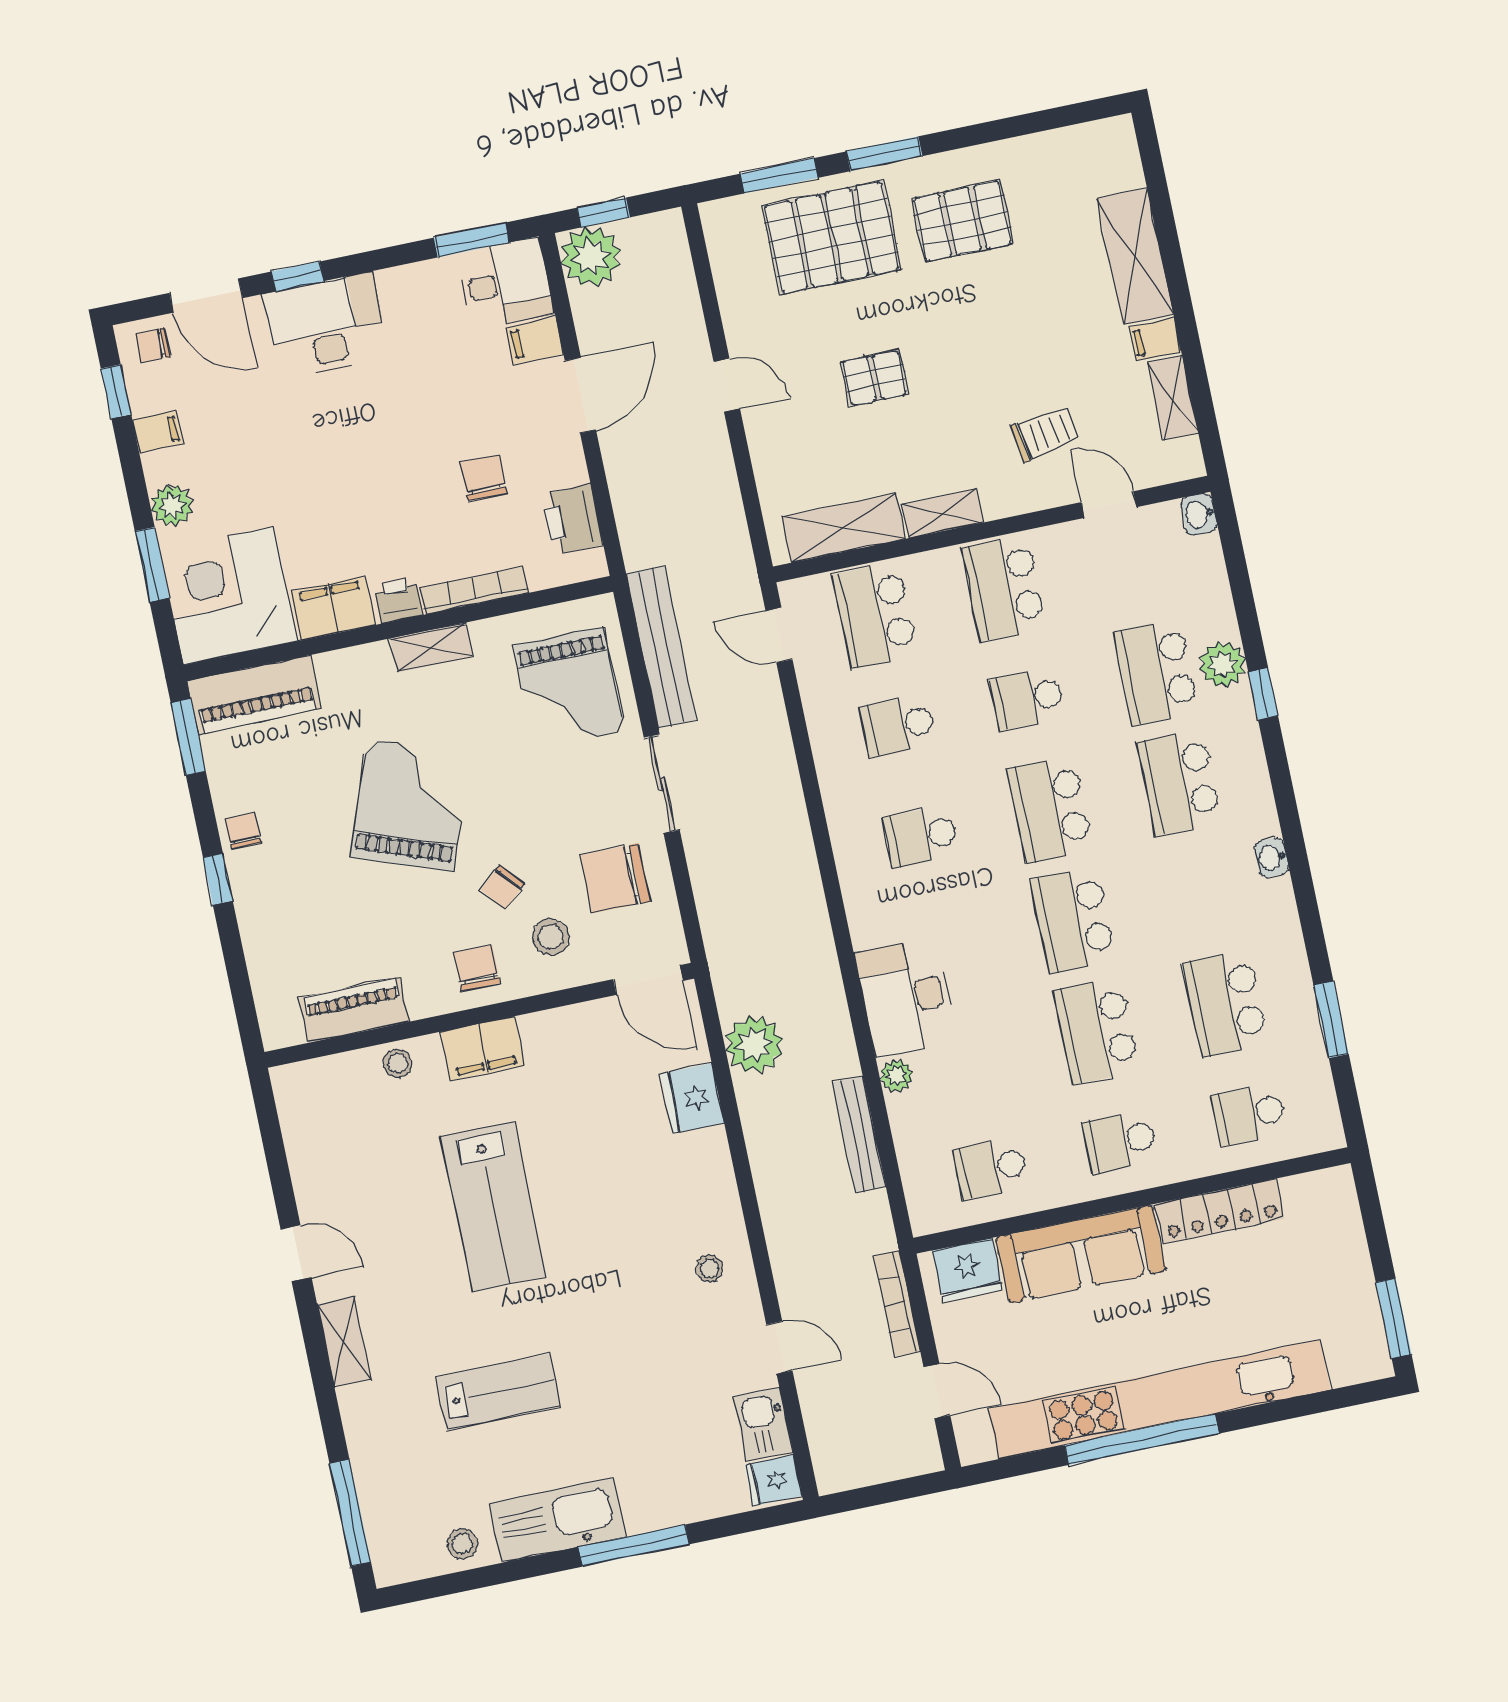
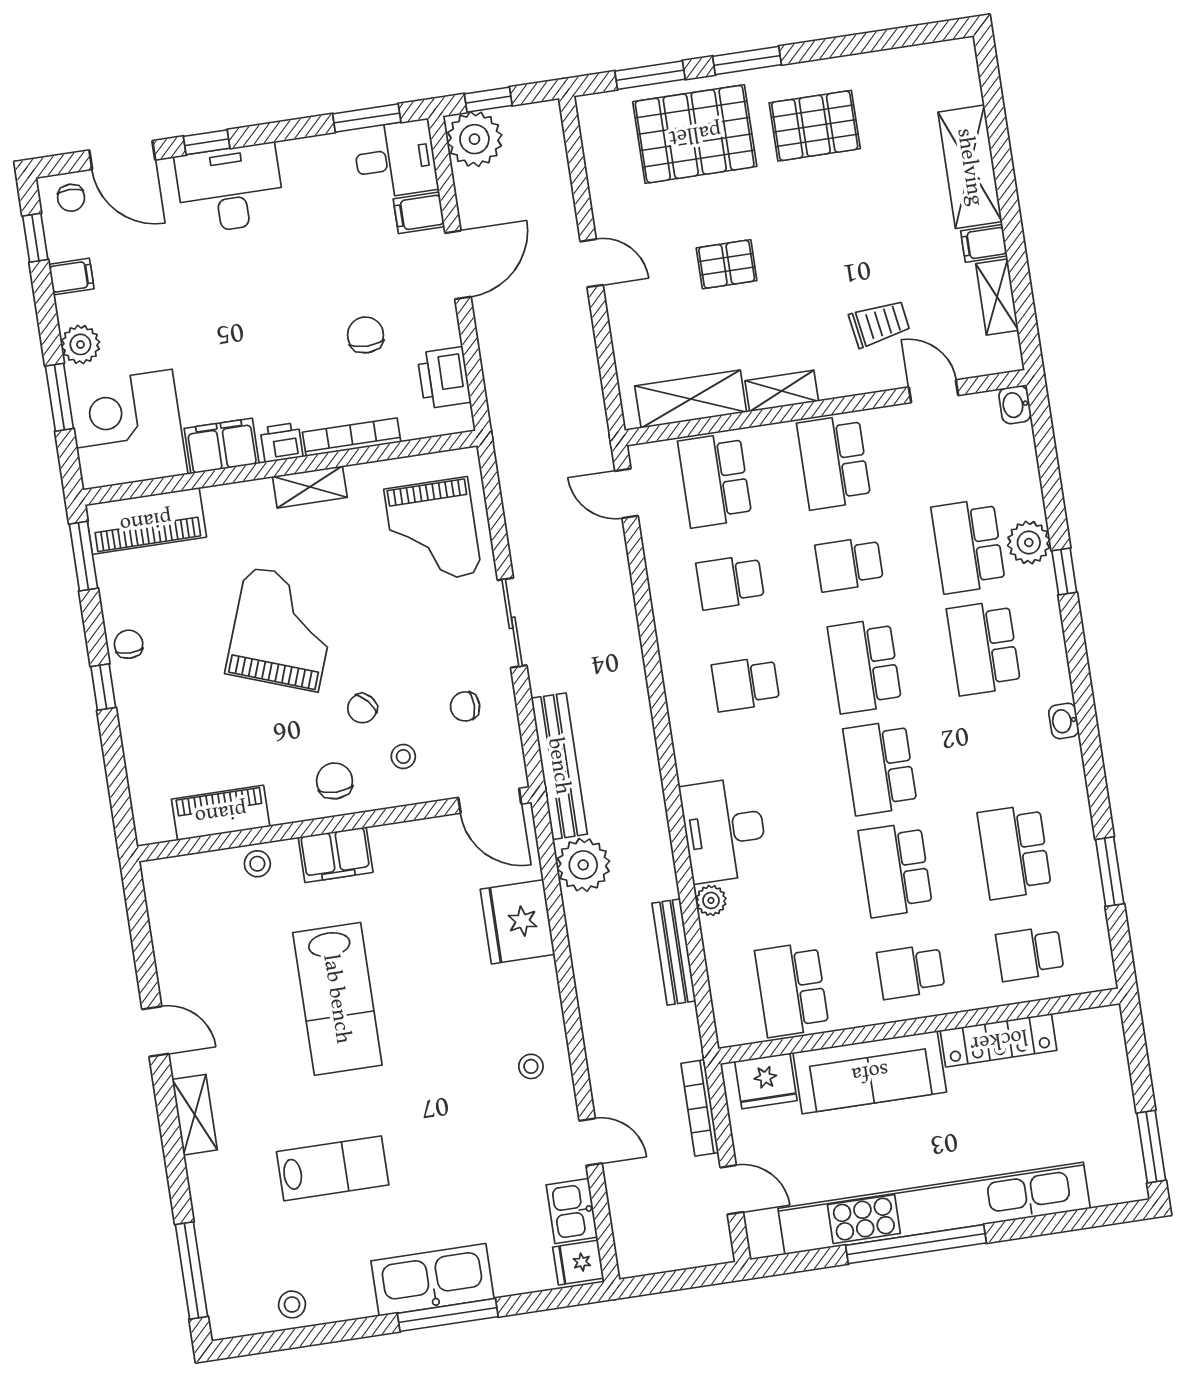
chair: (153, 345) -> (71, 198), turned -89
bench: (661, 647) -> (559, 766), moved
chair: (615, 878) -> (465, 706), width x0.54, depth x0.54
stool: (551, 937) -> (403, 757), width x0.73, depth x0.73
fridge: (692, 1098) -> (517, 922), width x1.36, depth x1.34
school desk: (990, 1168) -> (792, 990), width x1.85
kitchen sink: (558, 1520) -> (433, 1280), moved

